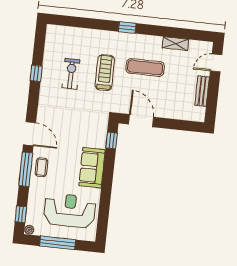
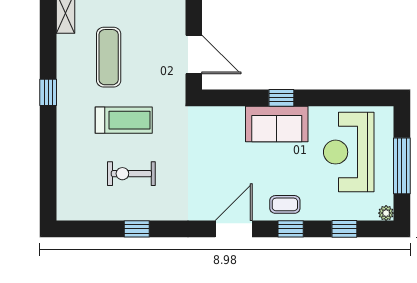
treadmill: (105, 73) -> (124, 120), turned 180
door: (141, 121) -> (194, 54), swing flipped
window: (111, 140) -> (281, 98), moved
window: (26, 169) -> (291, 229), width x0.46
window: (21, 214) -> (344, 229), moved

